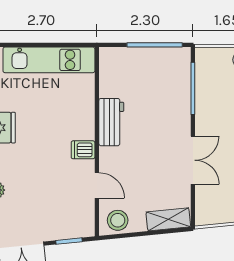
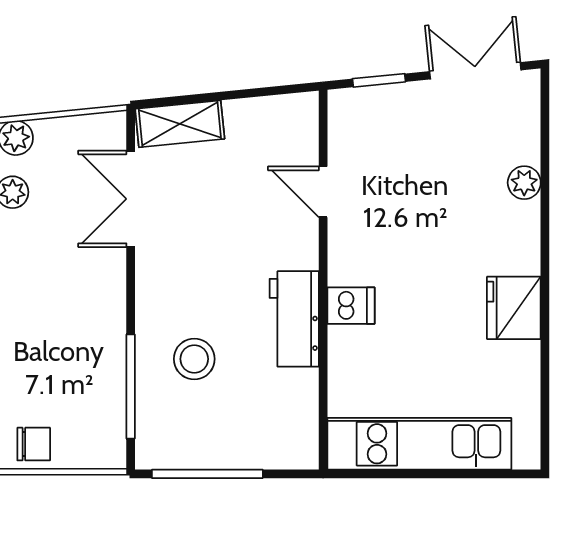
dishwasher: (83, 150) -> (351, 306), moved
double door: (193, 160) -> (131, 199), moved
stool: (118, 220) -> (194, 359), moved

